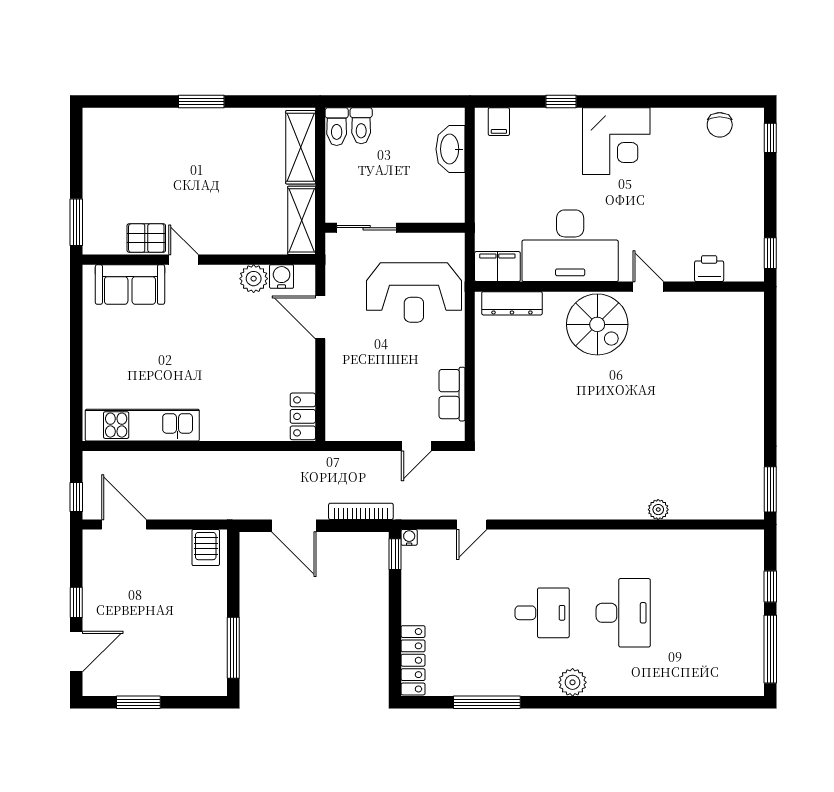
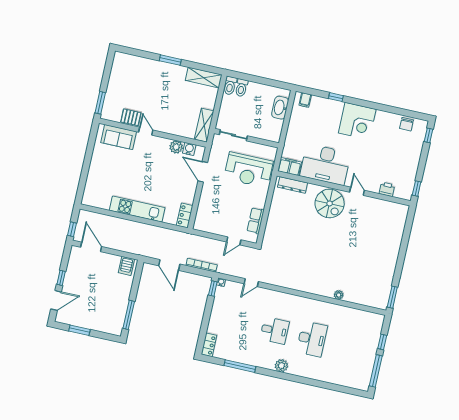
shelving: (301, 147) -> (204, 78), moved, turned 90
kitchen unit: (142, 425) -> (137, 209), moved
locker: (413, 660) -> (209, 345), width x0.66

